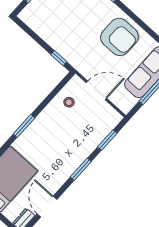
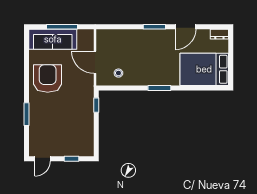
window: (107, 140) -> (120, 27), removed
door: (47, 207) -> (185, 27), moved

